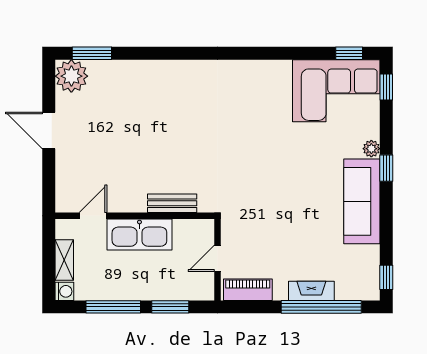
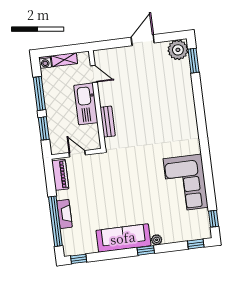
corner sofa: (336, 91) -> (186, 183), moved

